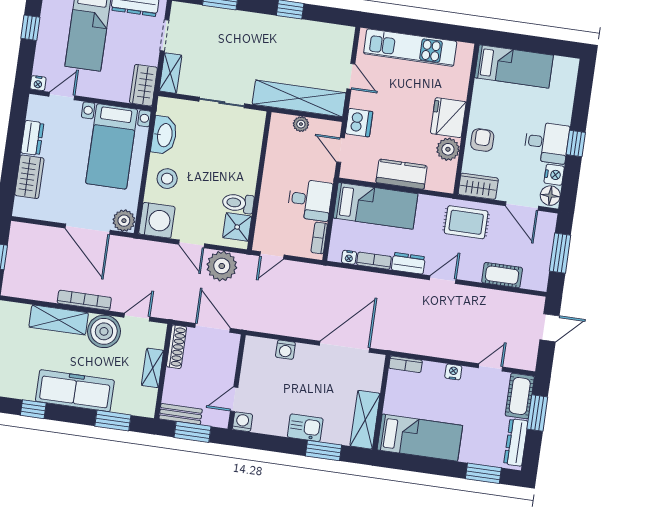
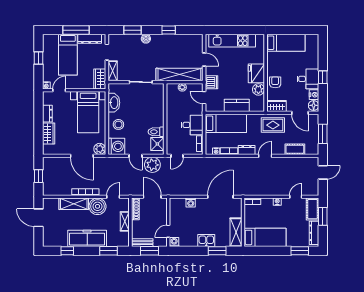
boiler: (244, 20) -> (146, 39), added

